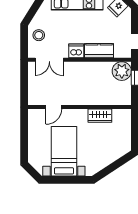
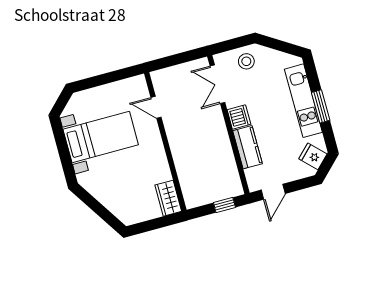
plant: (122, 71) -> (229, 185), removed
wardrobe: (100, 116) -> (168, 198), moved

